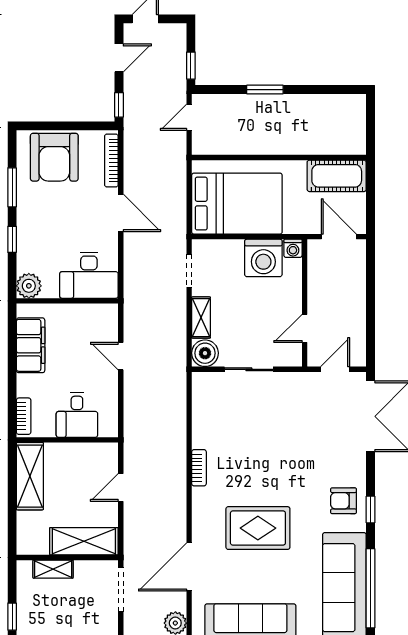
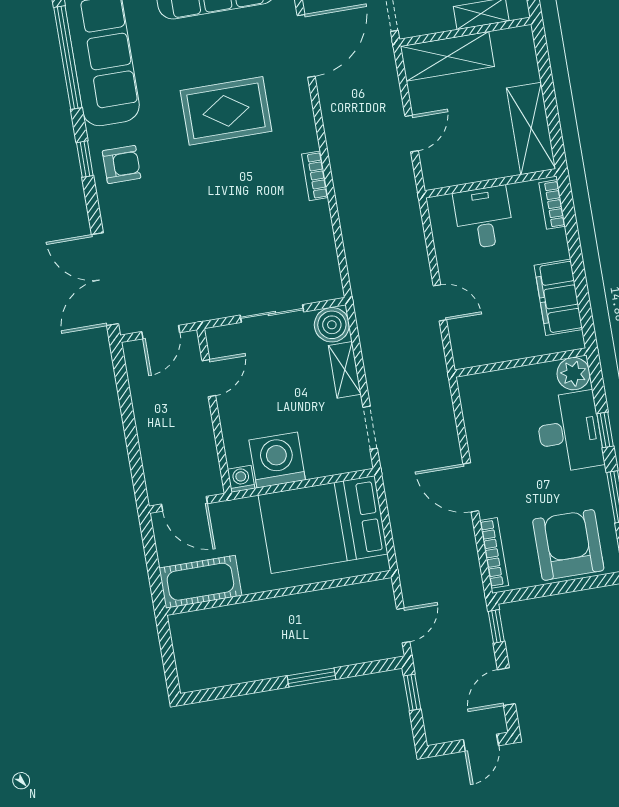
desk: (89, 275) -> (569, 432), moved, turned 90

